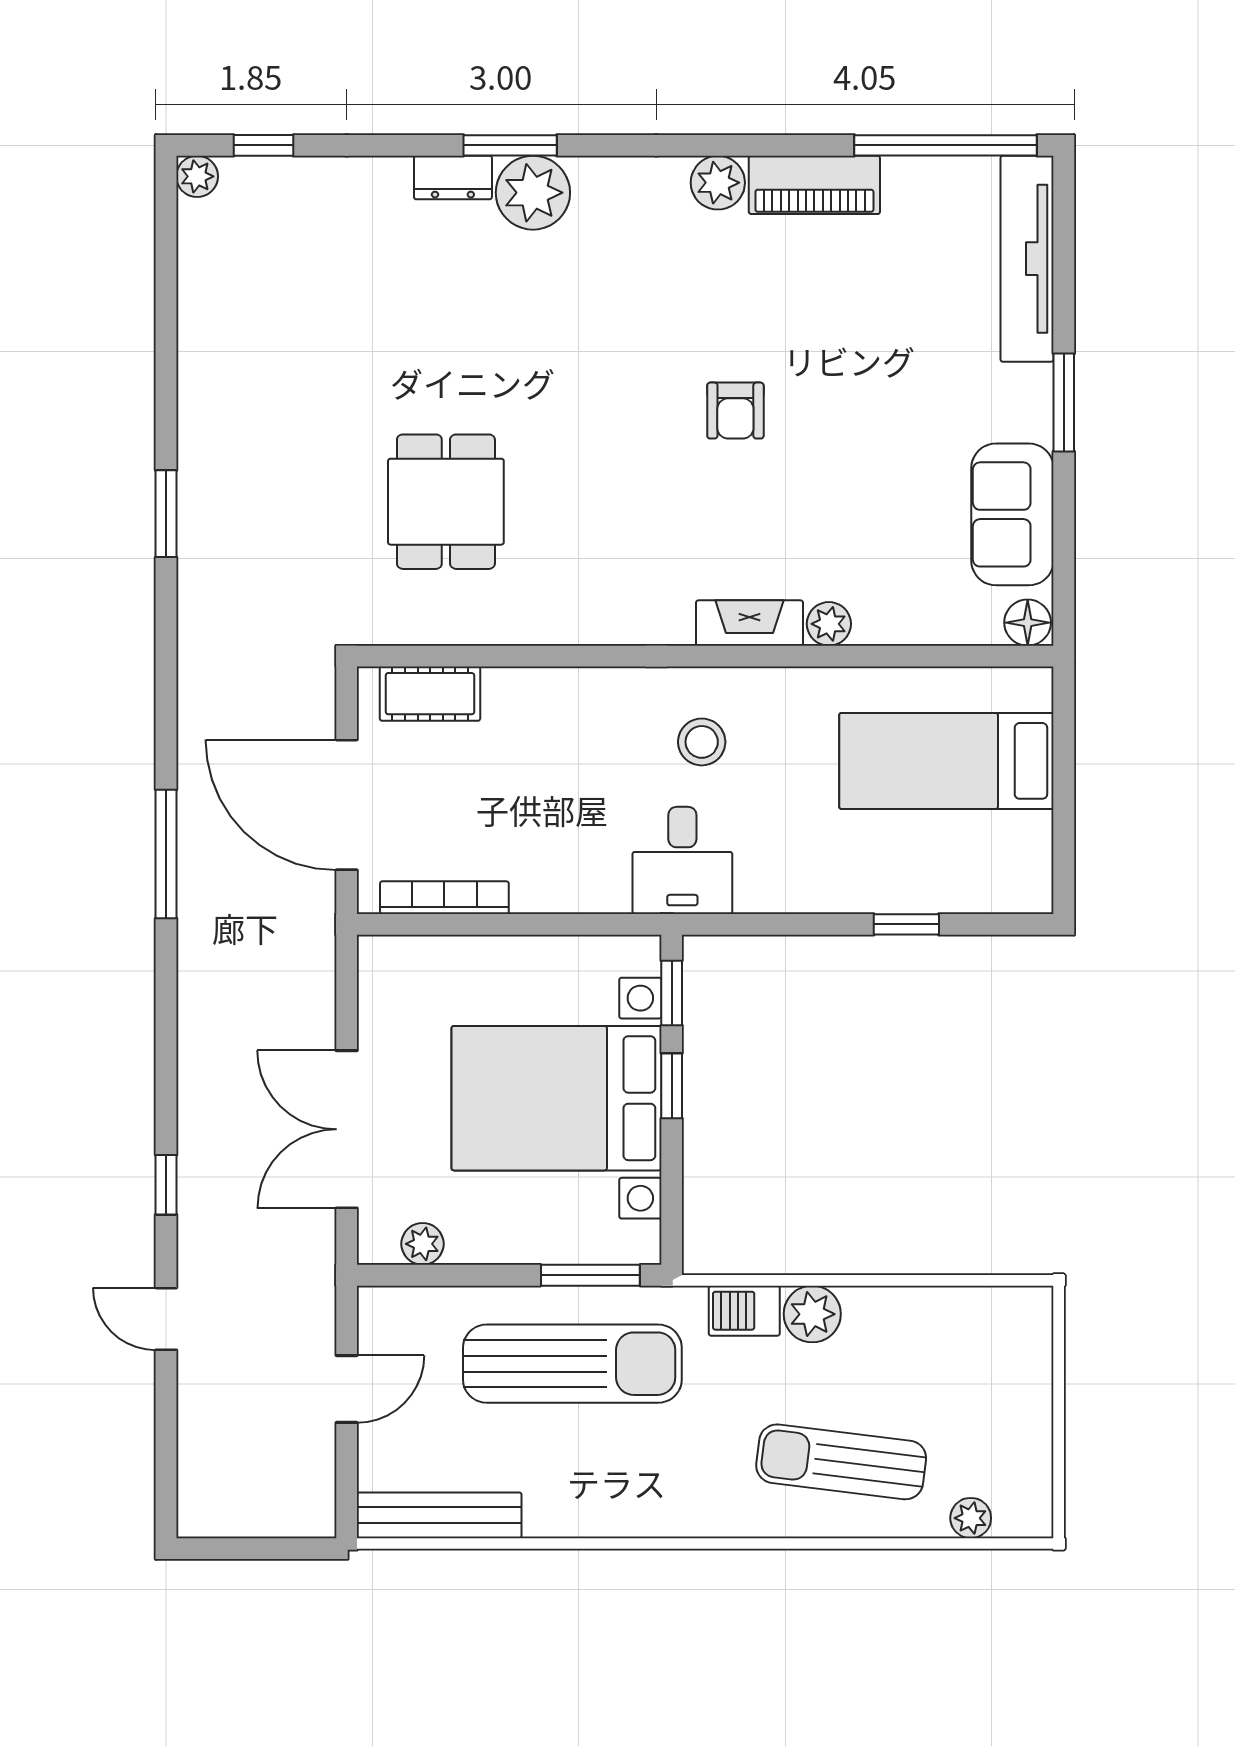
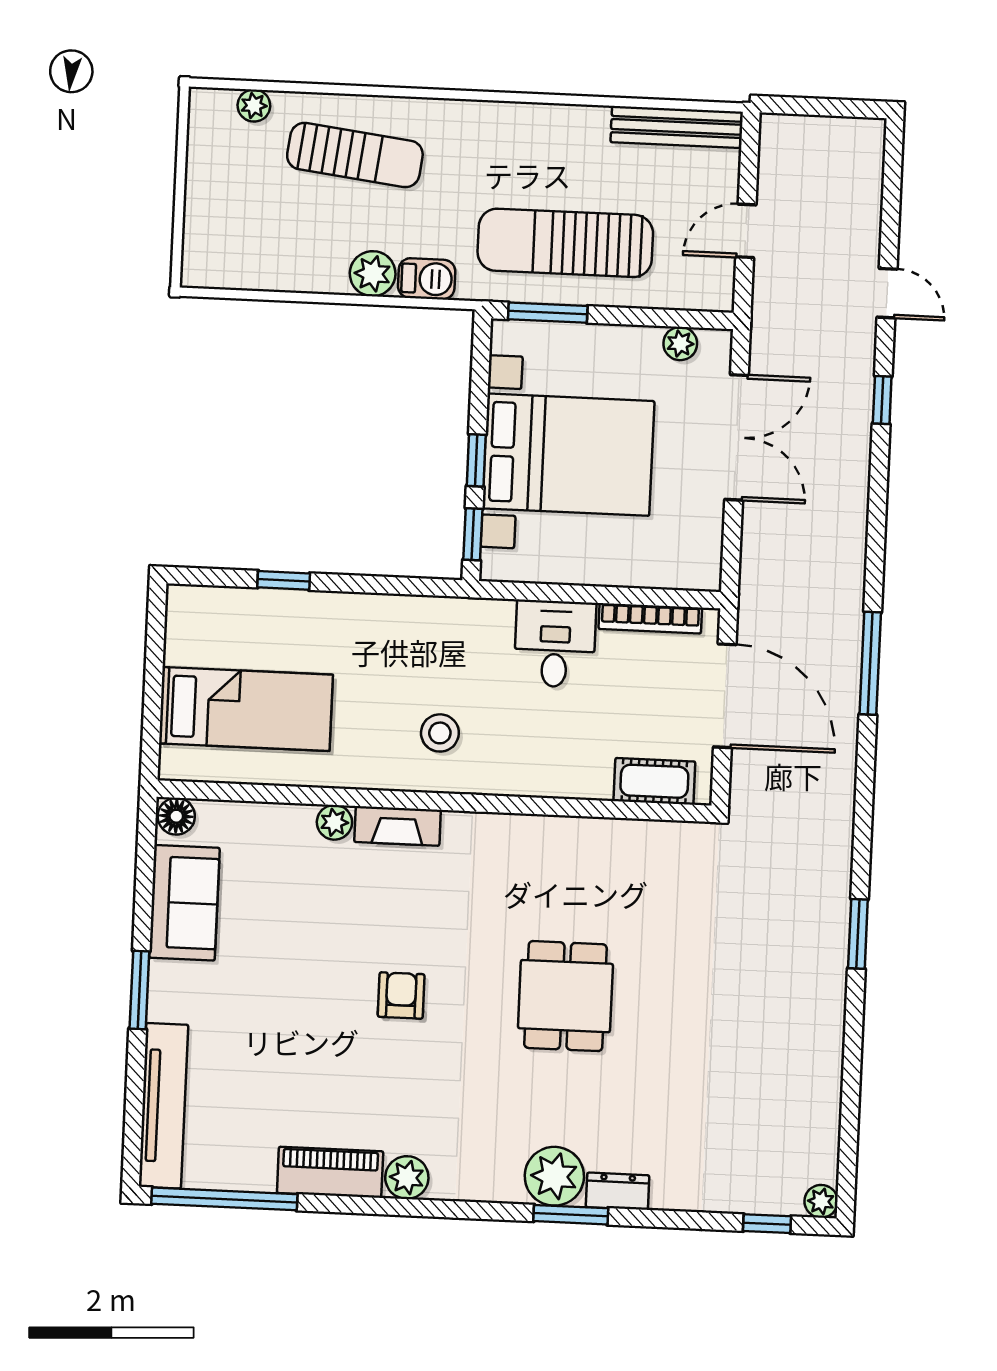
dining table: (446, 502) -> (565, 996), moved
desk: (682, 860) -> (555, 644), moved

